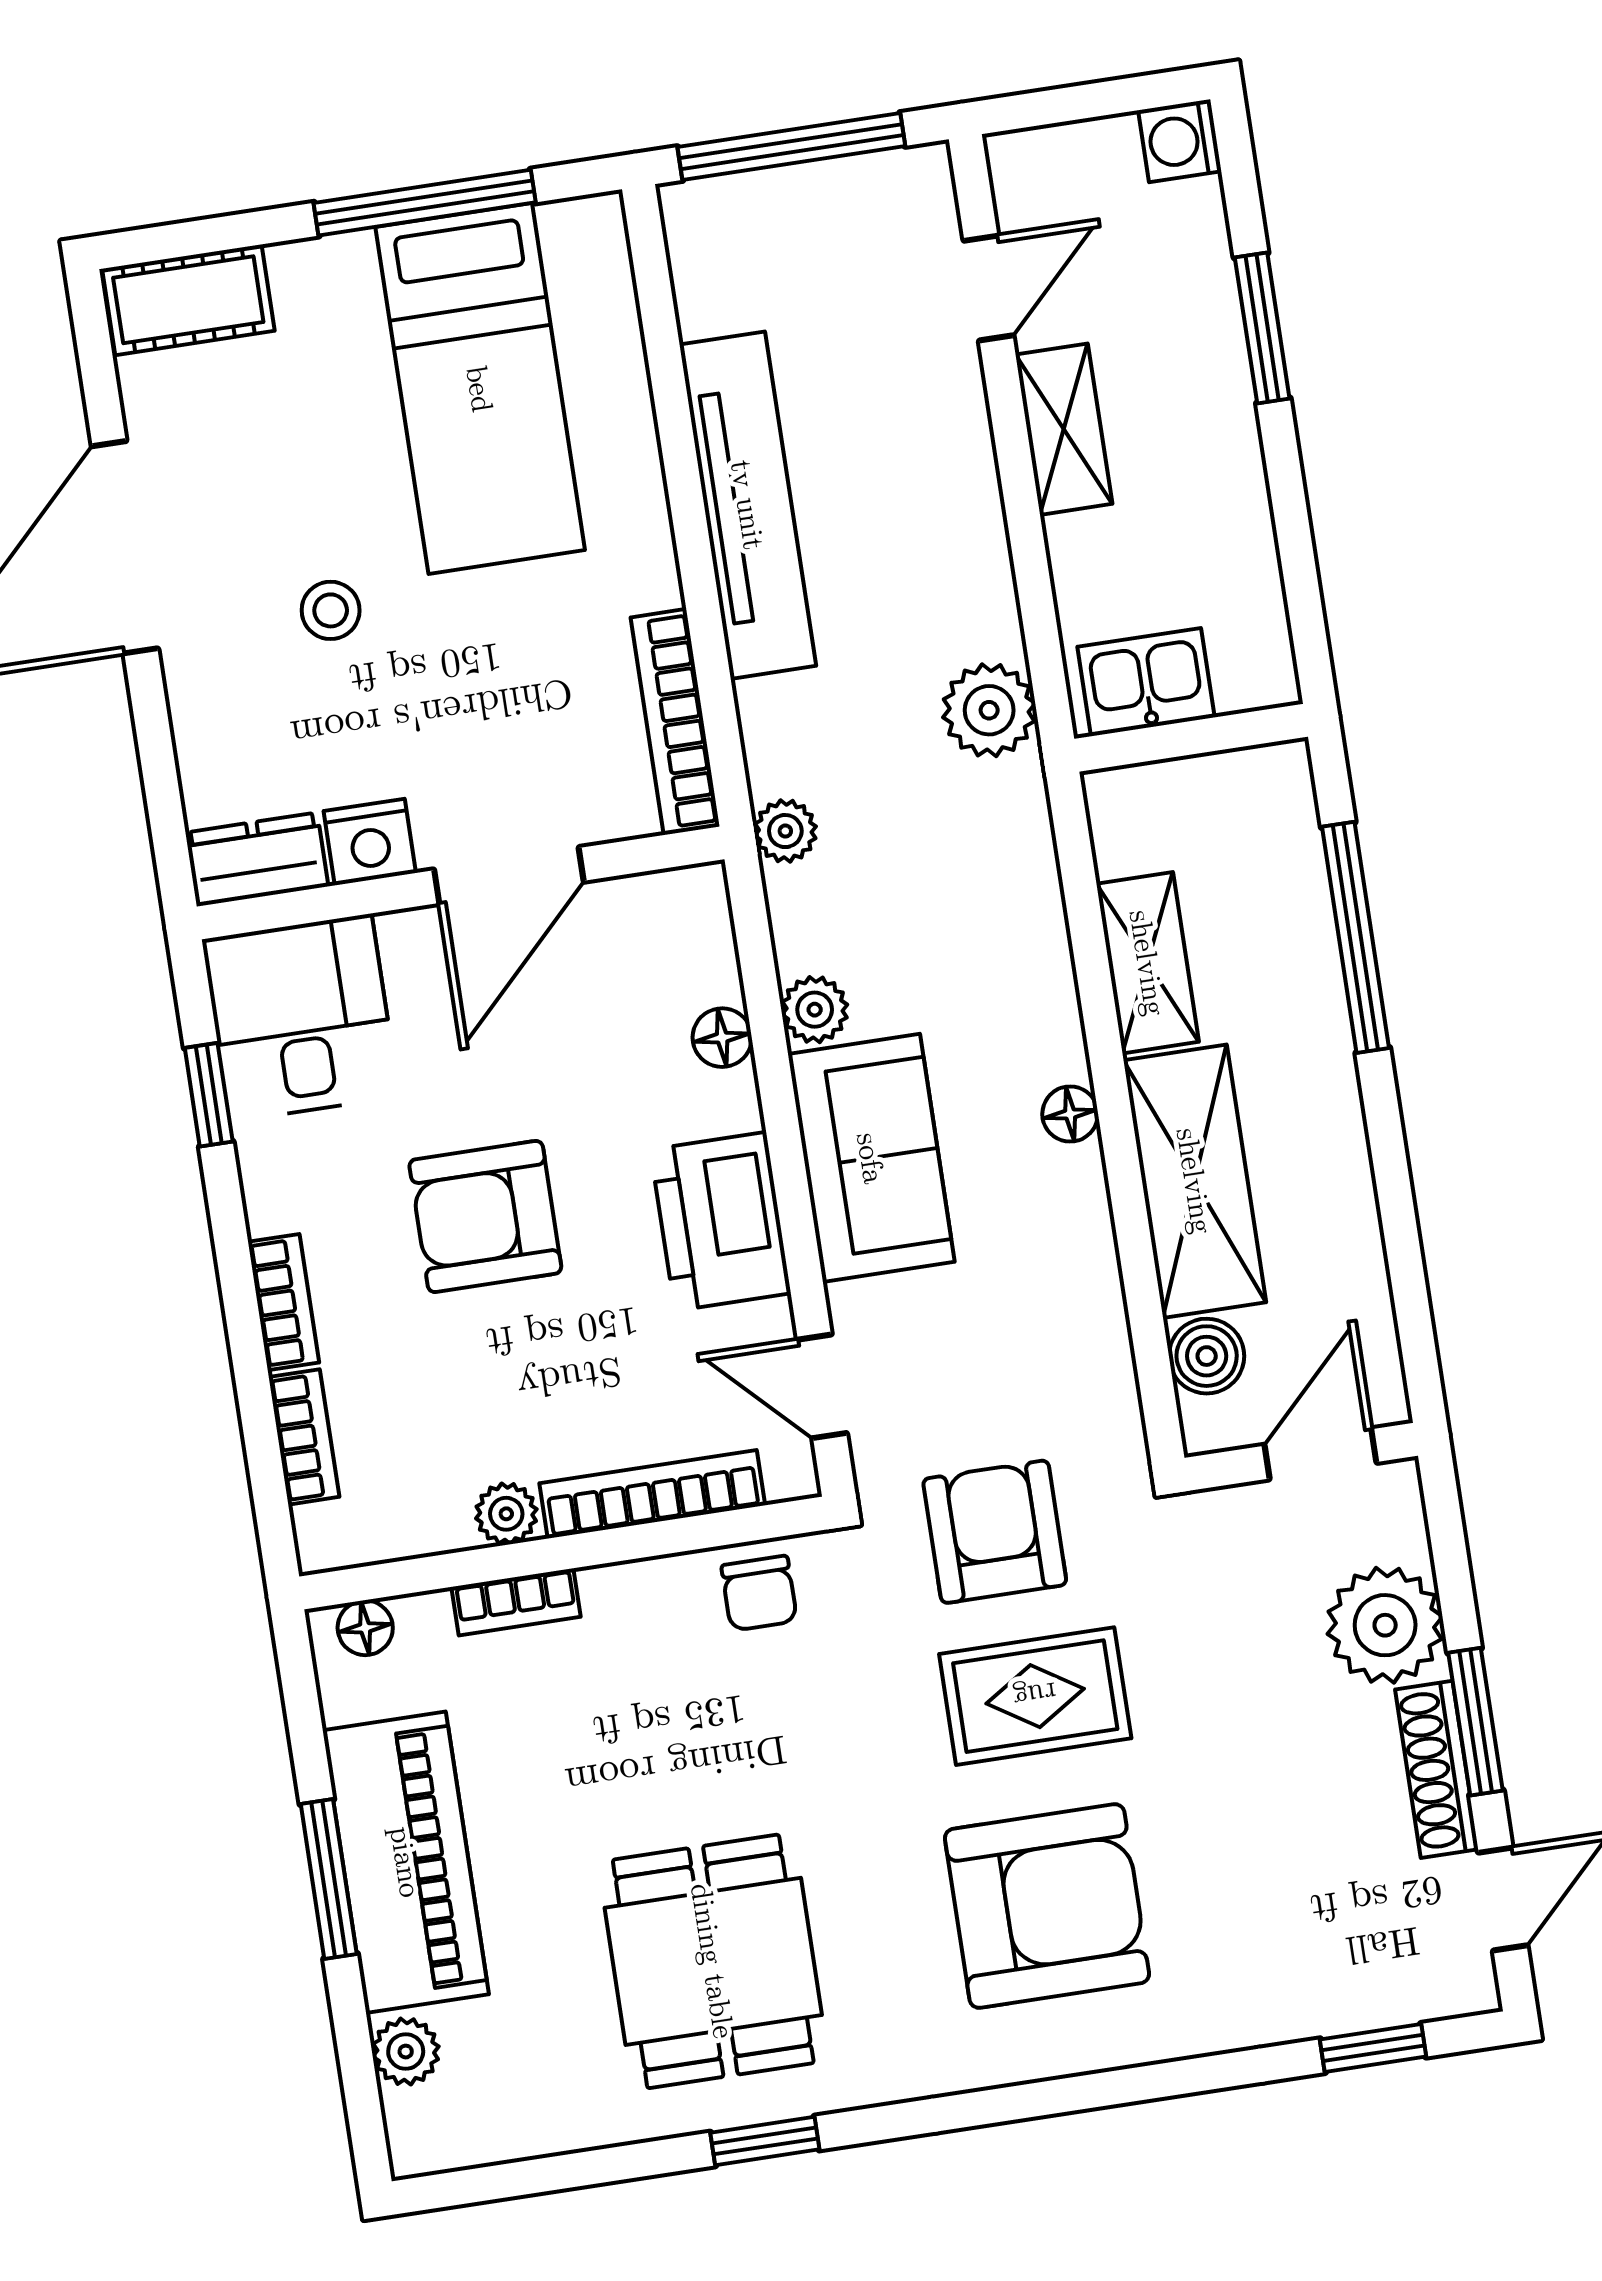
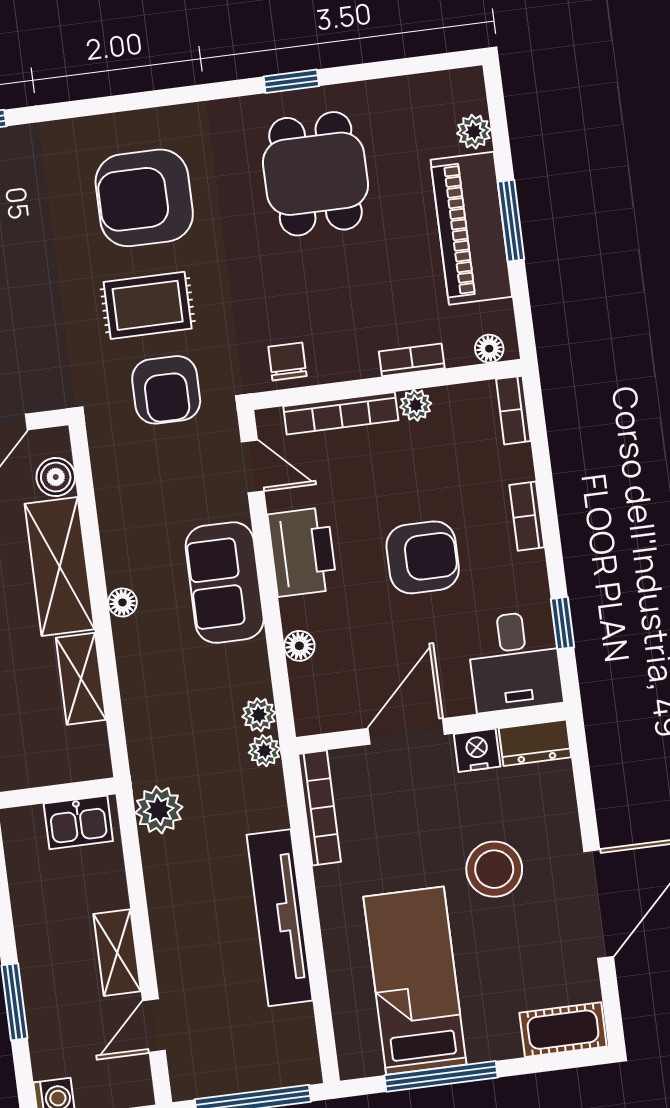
stool: (331, 610) -> (494, 869), width x1.89, depth x1.89
plant: (815, 1010) -> (259, 715), moved
bookcase: (304, 1437) -> (513, 410), moved

